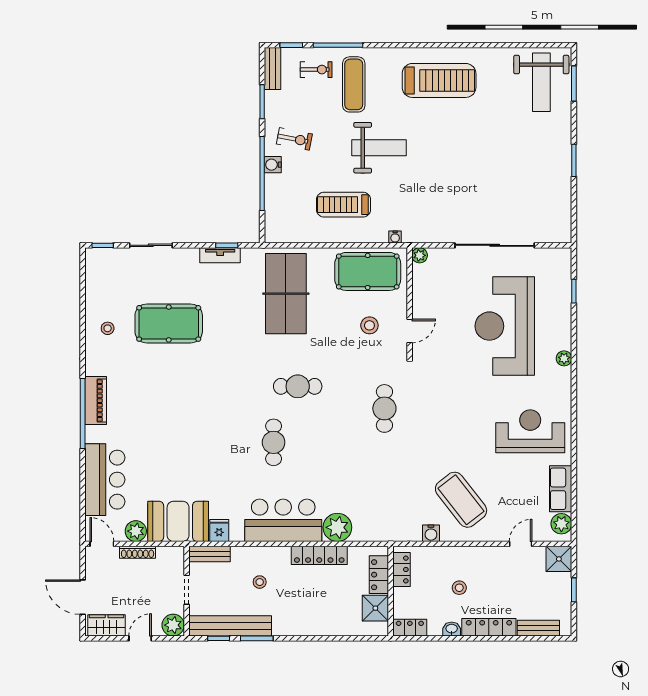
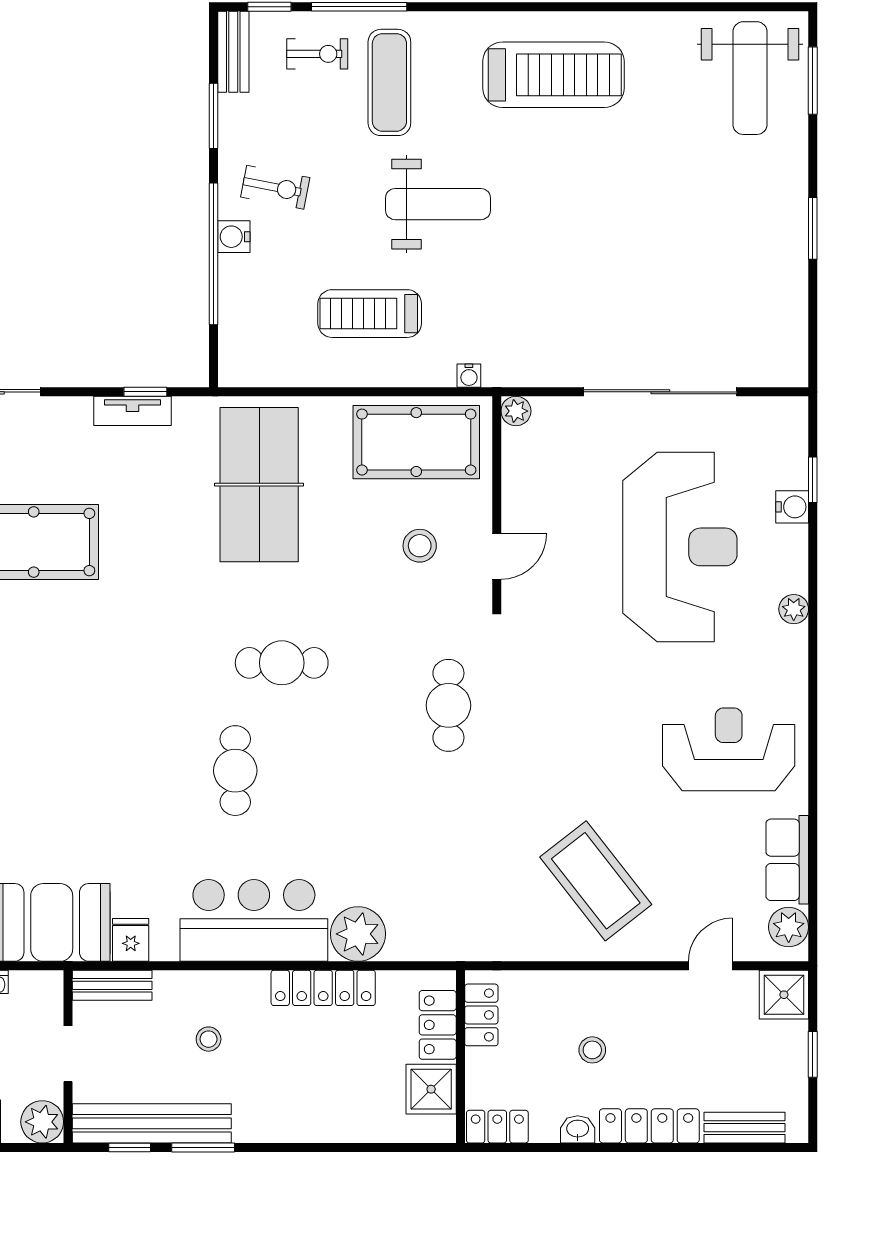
reception desk: (505, 326) -> (680, 547), turned 180
water cooler: (431, 533) -> (792, 507), moved, turned -90

